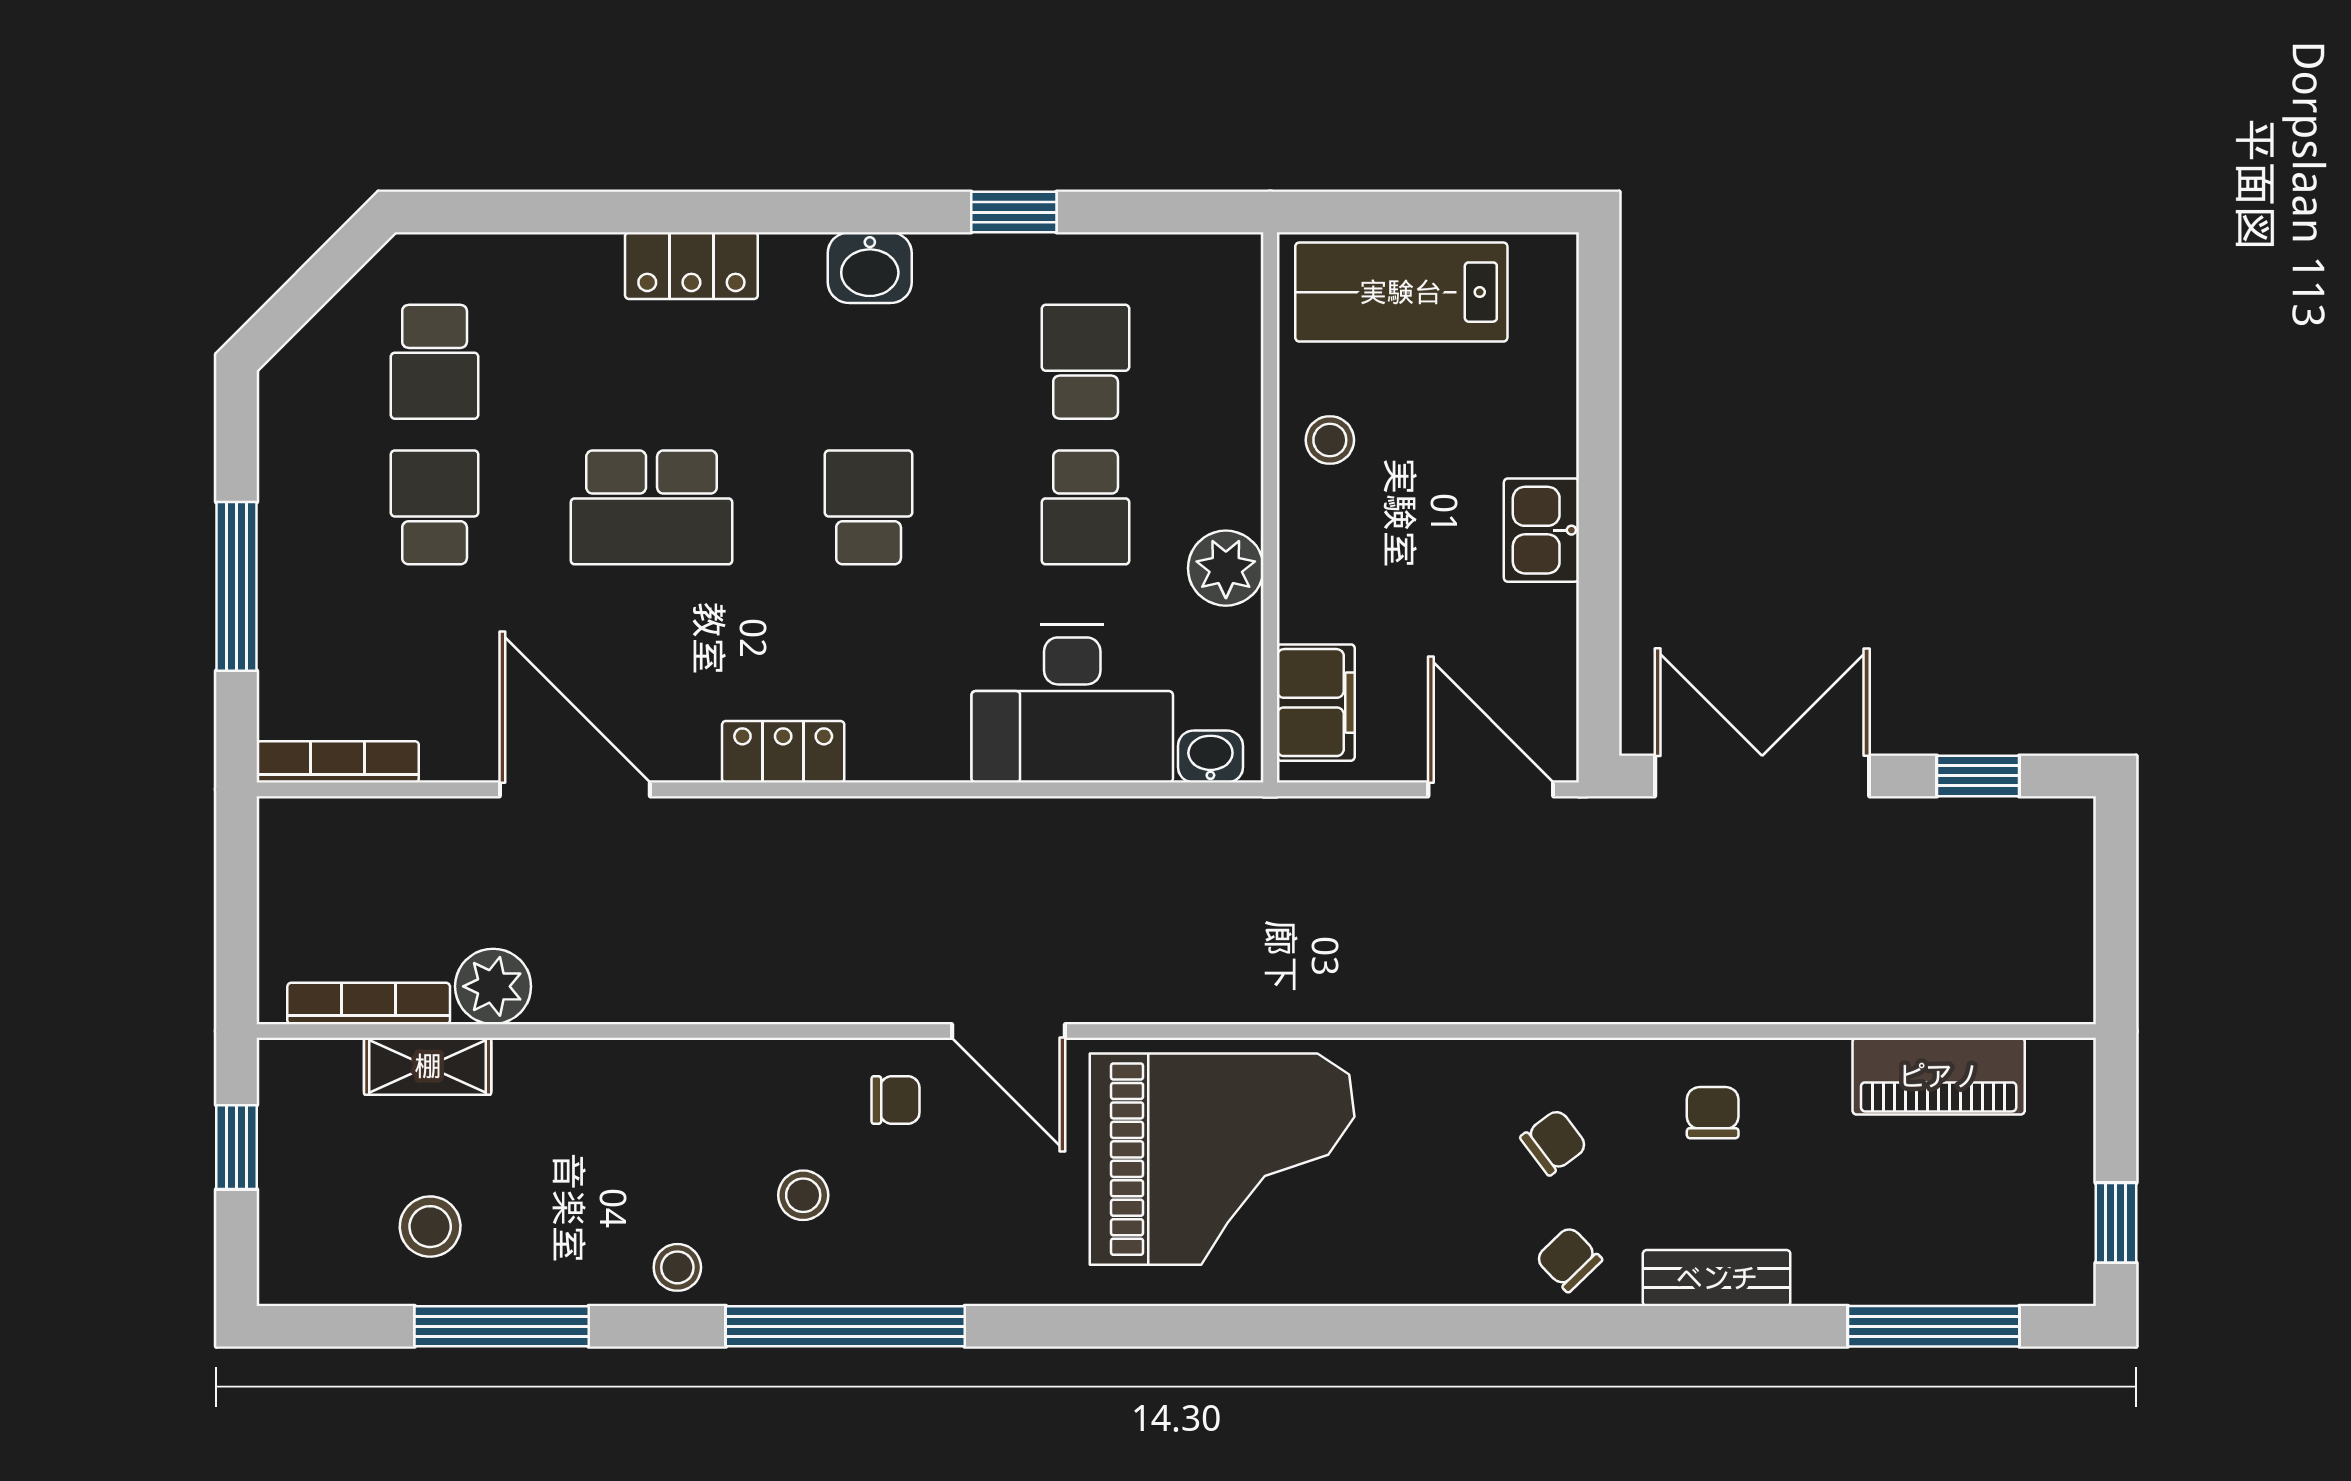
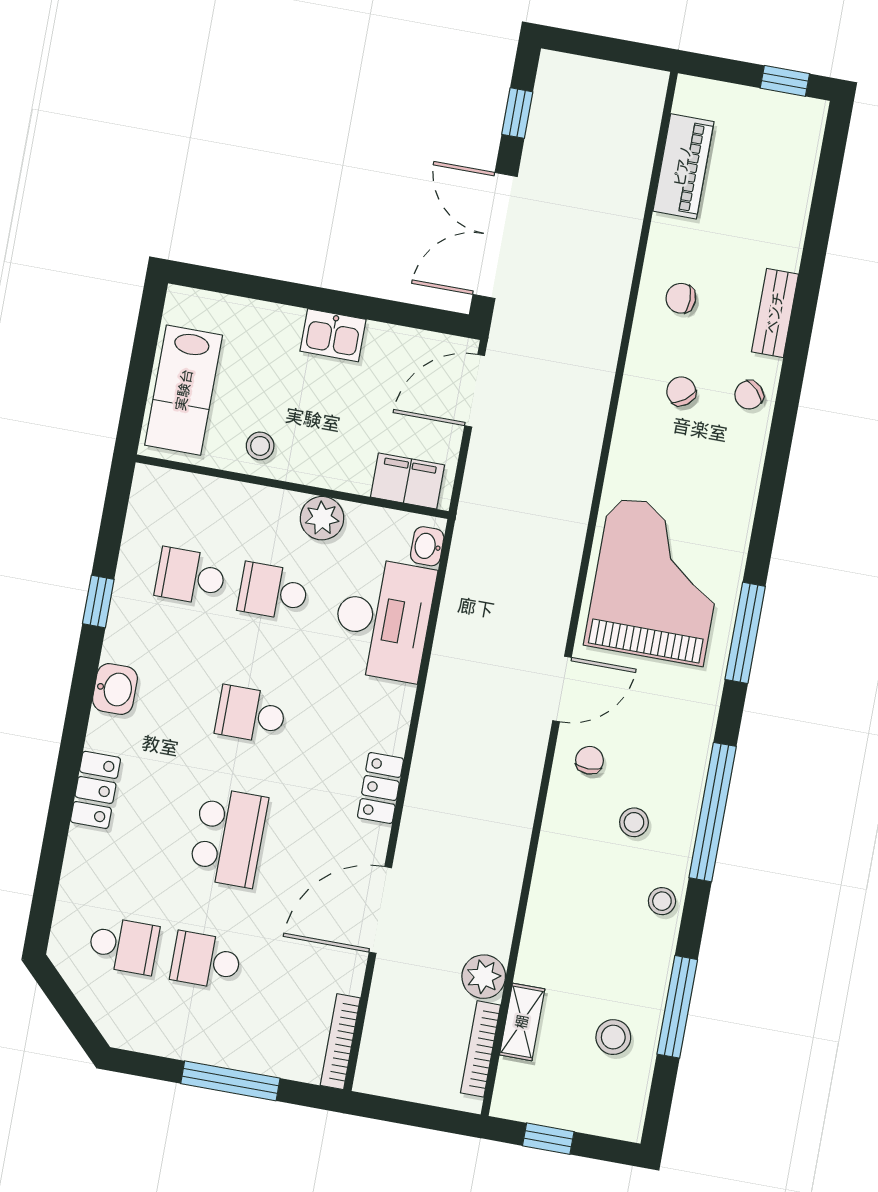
school desk: (1086, 507) -> (273, 591), turned 180
window: (1934, 1326) -> (745, 633), moved

